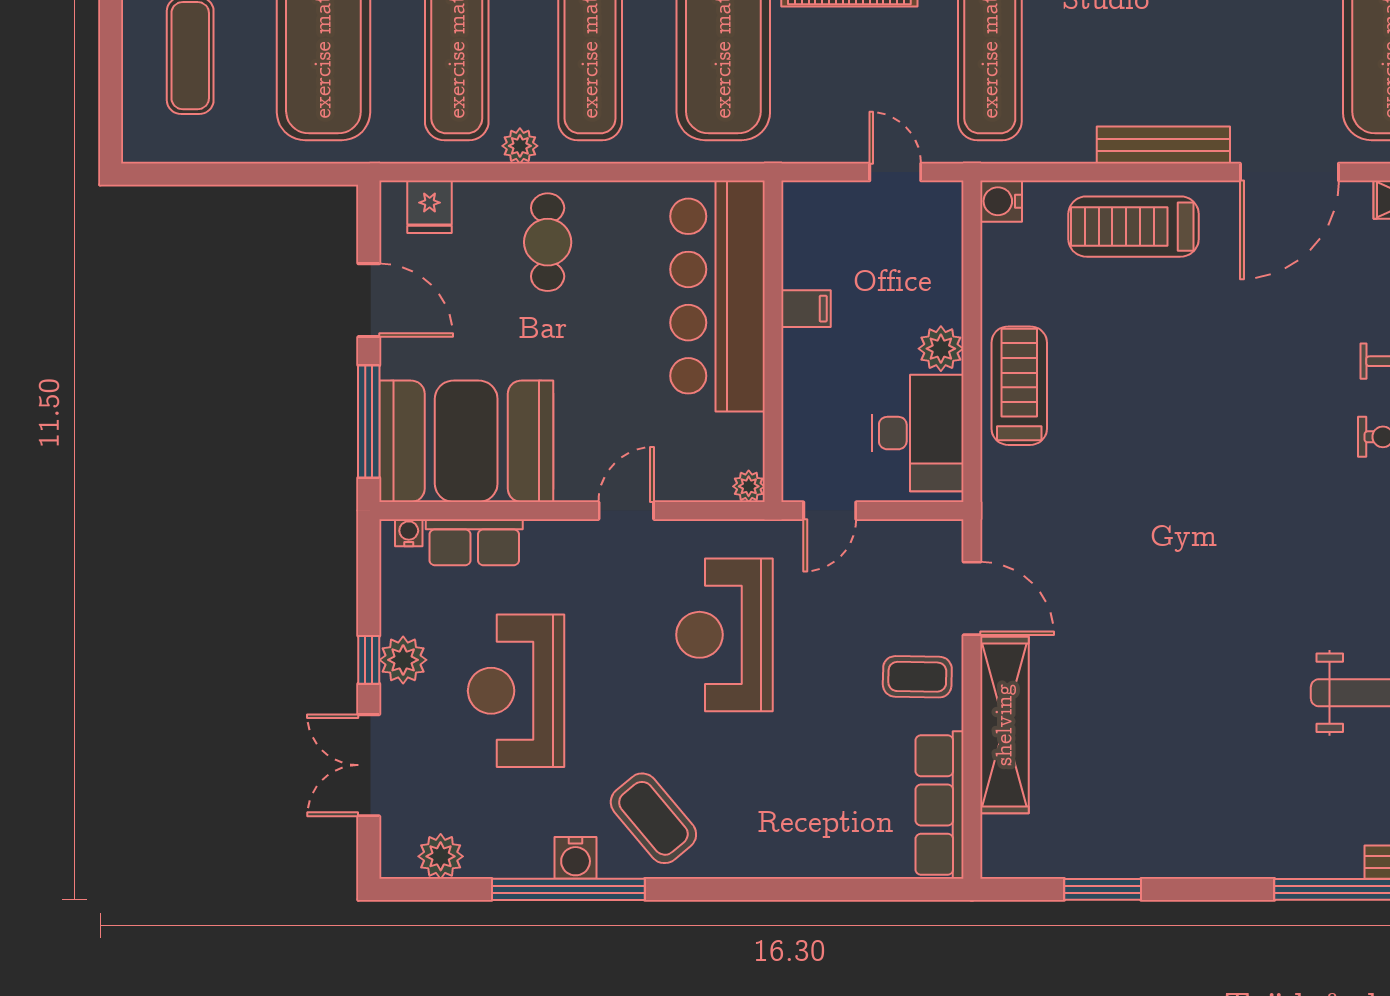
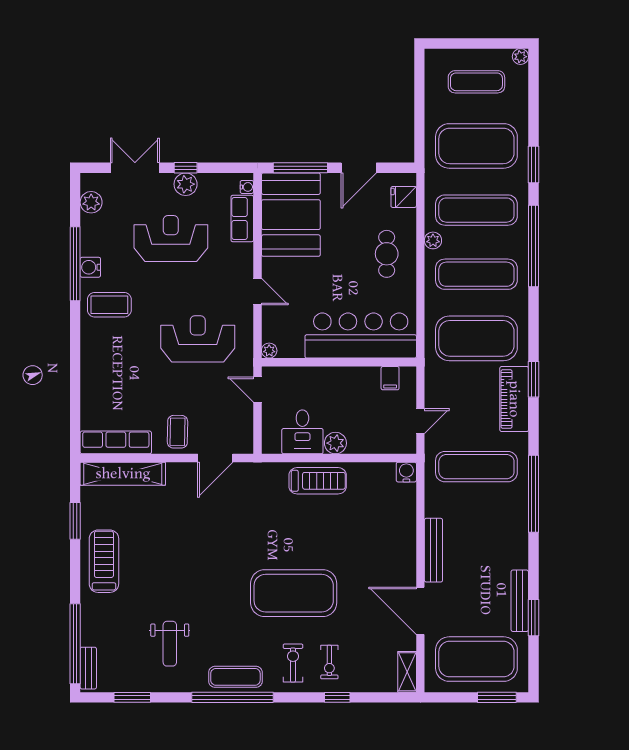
treadmill: (1134, 227) -> (104, 561), moved
cafe table: (548, 242) -> (387, 254), turned 90
filing cabinet: (806, 309) -> (390, 378), moved
desk: (918, 433) -> (302, 432), width x0.73
exercise mat: (1253, 435) -> (294, 593), added
shelving: (1004, 725) -> (123, 474), moved
coffee table: (653, 818) -> (109, 305), turned 40

